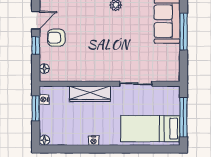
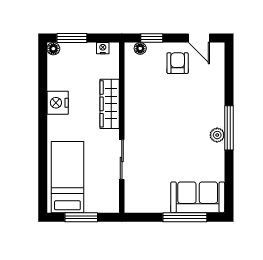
window: (36, 46) -> (152, 38), moved
window: (36, 108) -> (72, 38), moved
window: (184, 117) -> (81, 217), width x0.69
nightstand: (94, 141) -> (58, 103), width x1.89, depth x1.79

